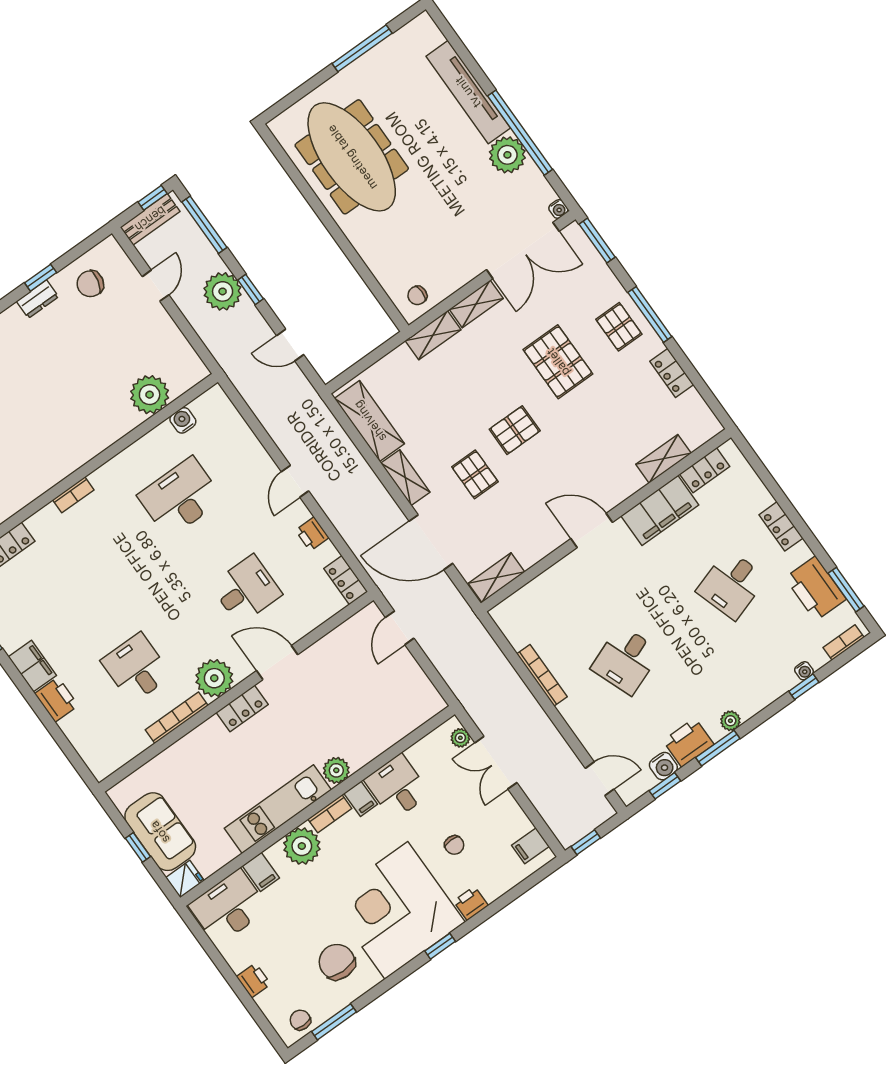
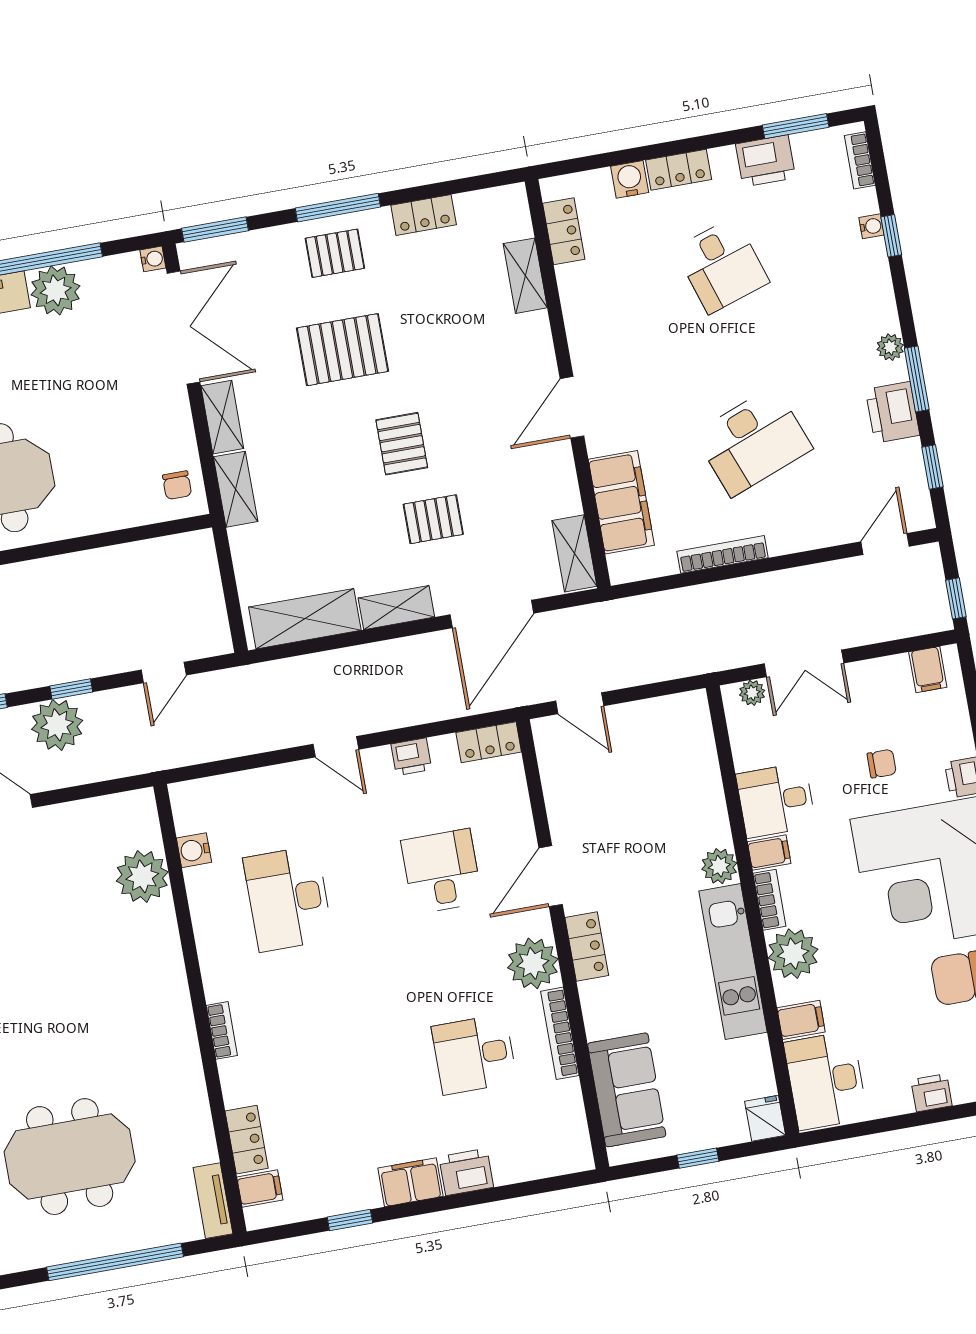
filing cabinet: (660, 510) -> (621, 502), moved
printer: (816, 588) -> (766, 161), width x0.73, depth x0.84
desk: (626, 660) -> (753, 441), width x1.37
water cooler: (663, 766) -> (630, 179), moved, turned -90
sofa: (160, 832) -> (627, 1090), moved, turned 90

